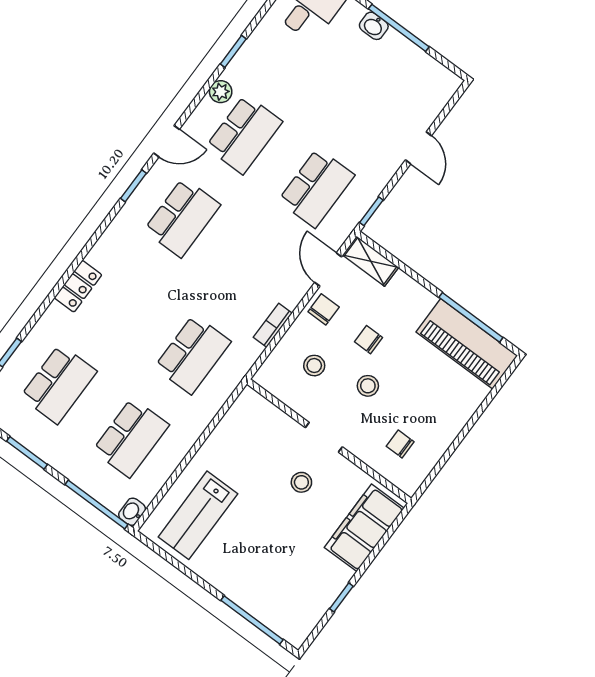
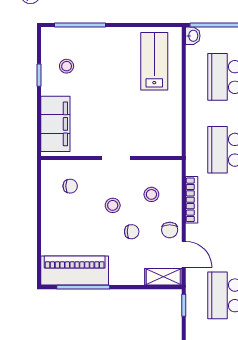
bookcase: (273, 325) -> (192, 200), width x1.56
stool: (301, 482) -> (67, 66), moved

